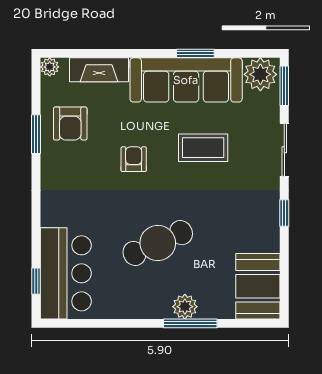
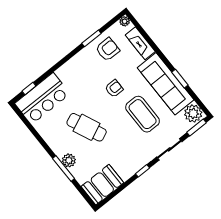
armchair: (70, 123) -> (108, 49), turned 180
coffee table: (203, 148) -> (143, 114), width x1.36, depth x1.32

